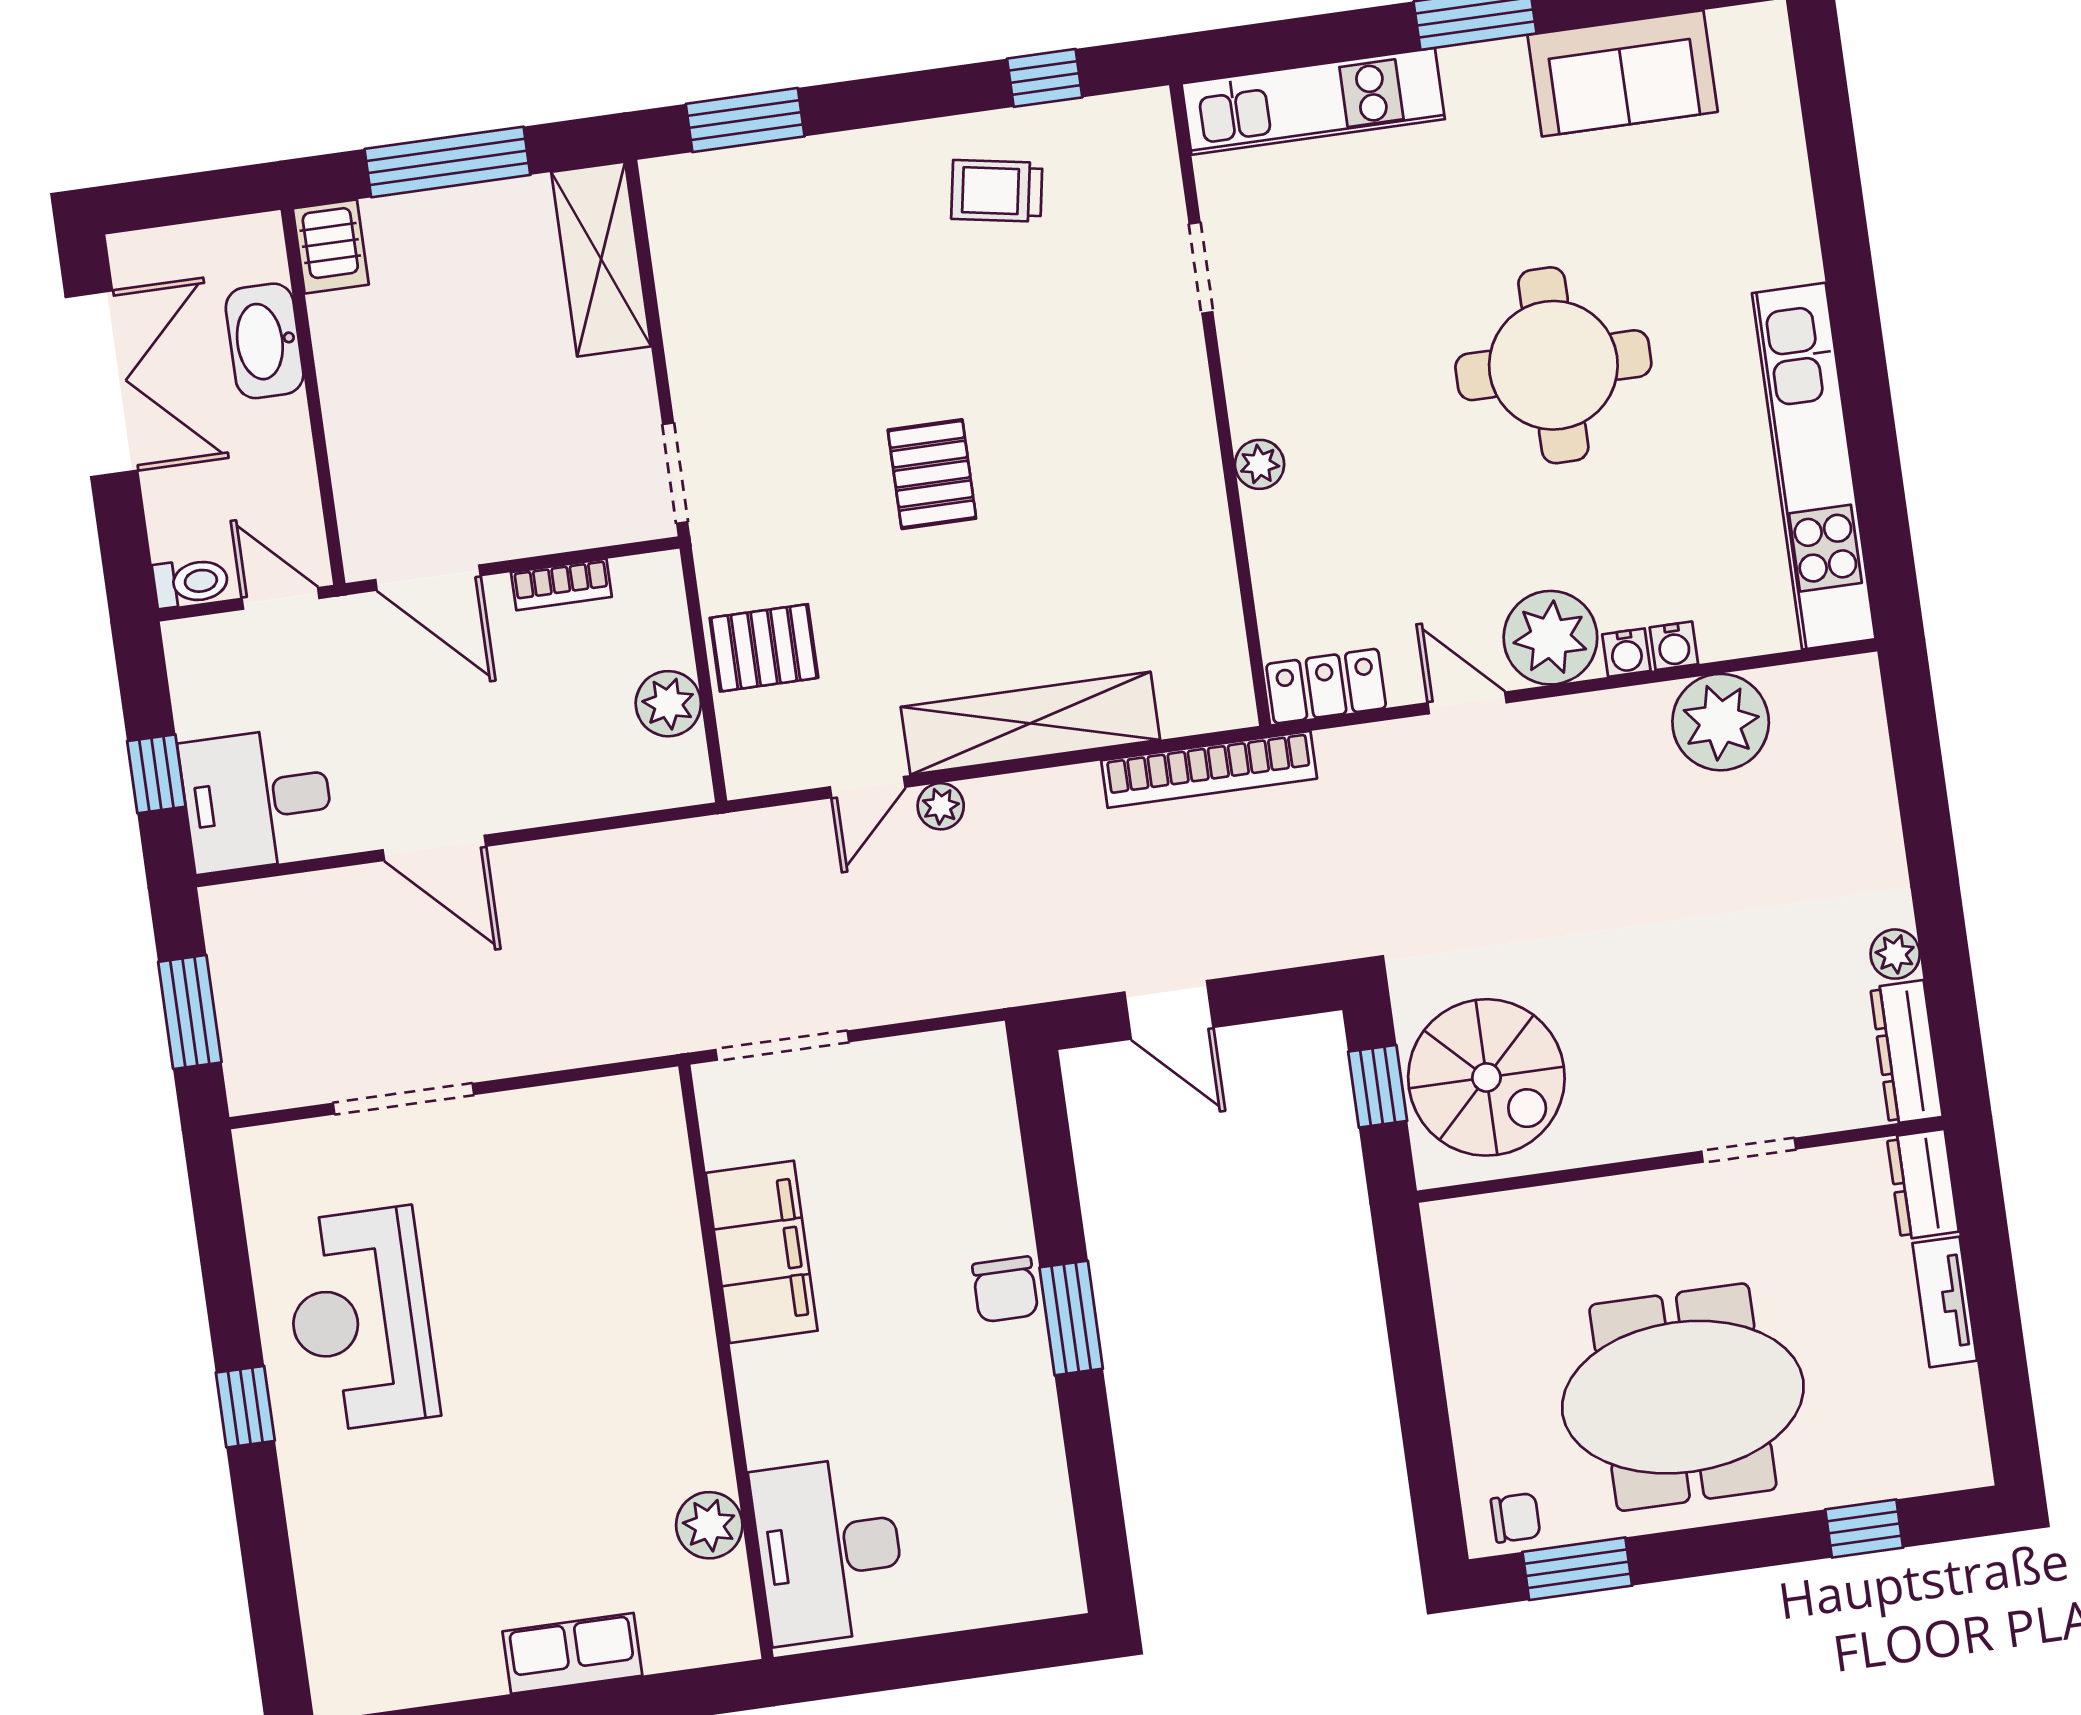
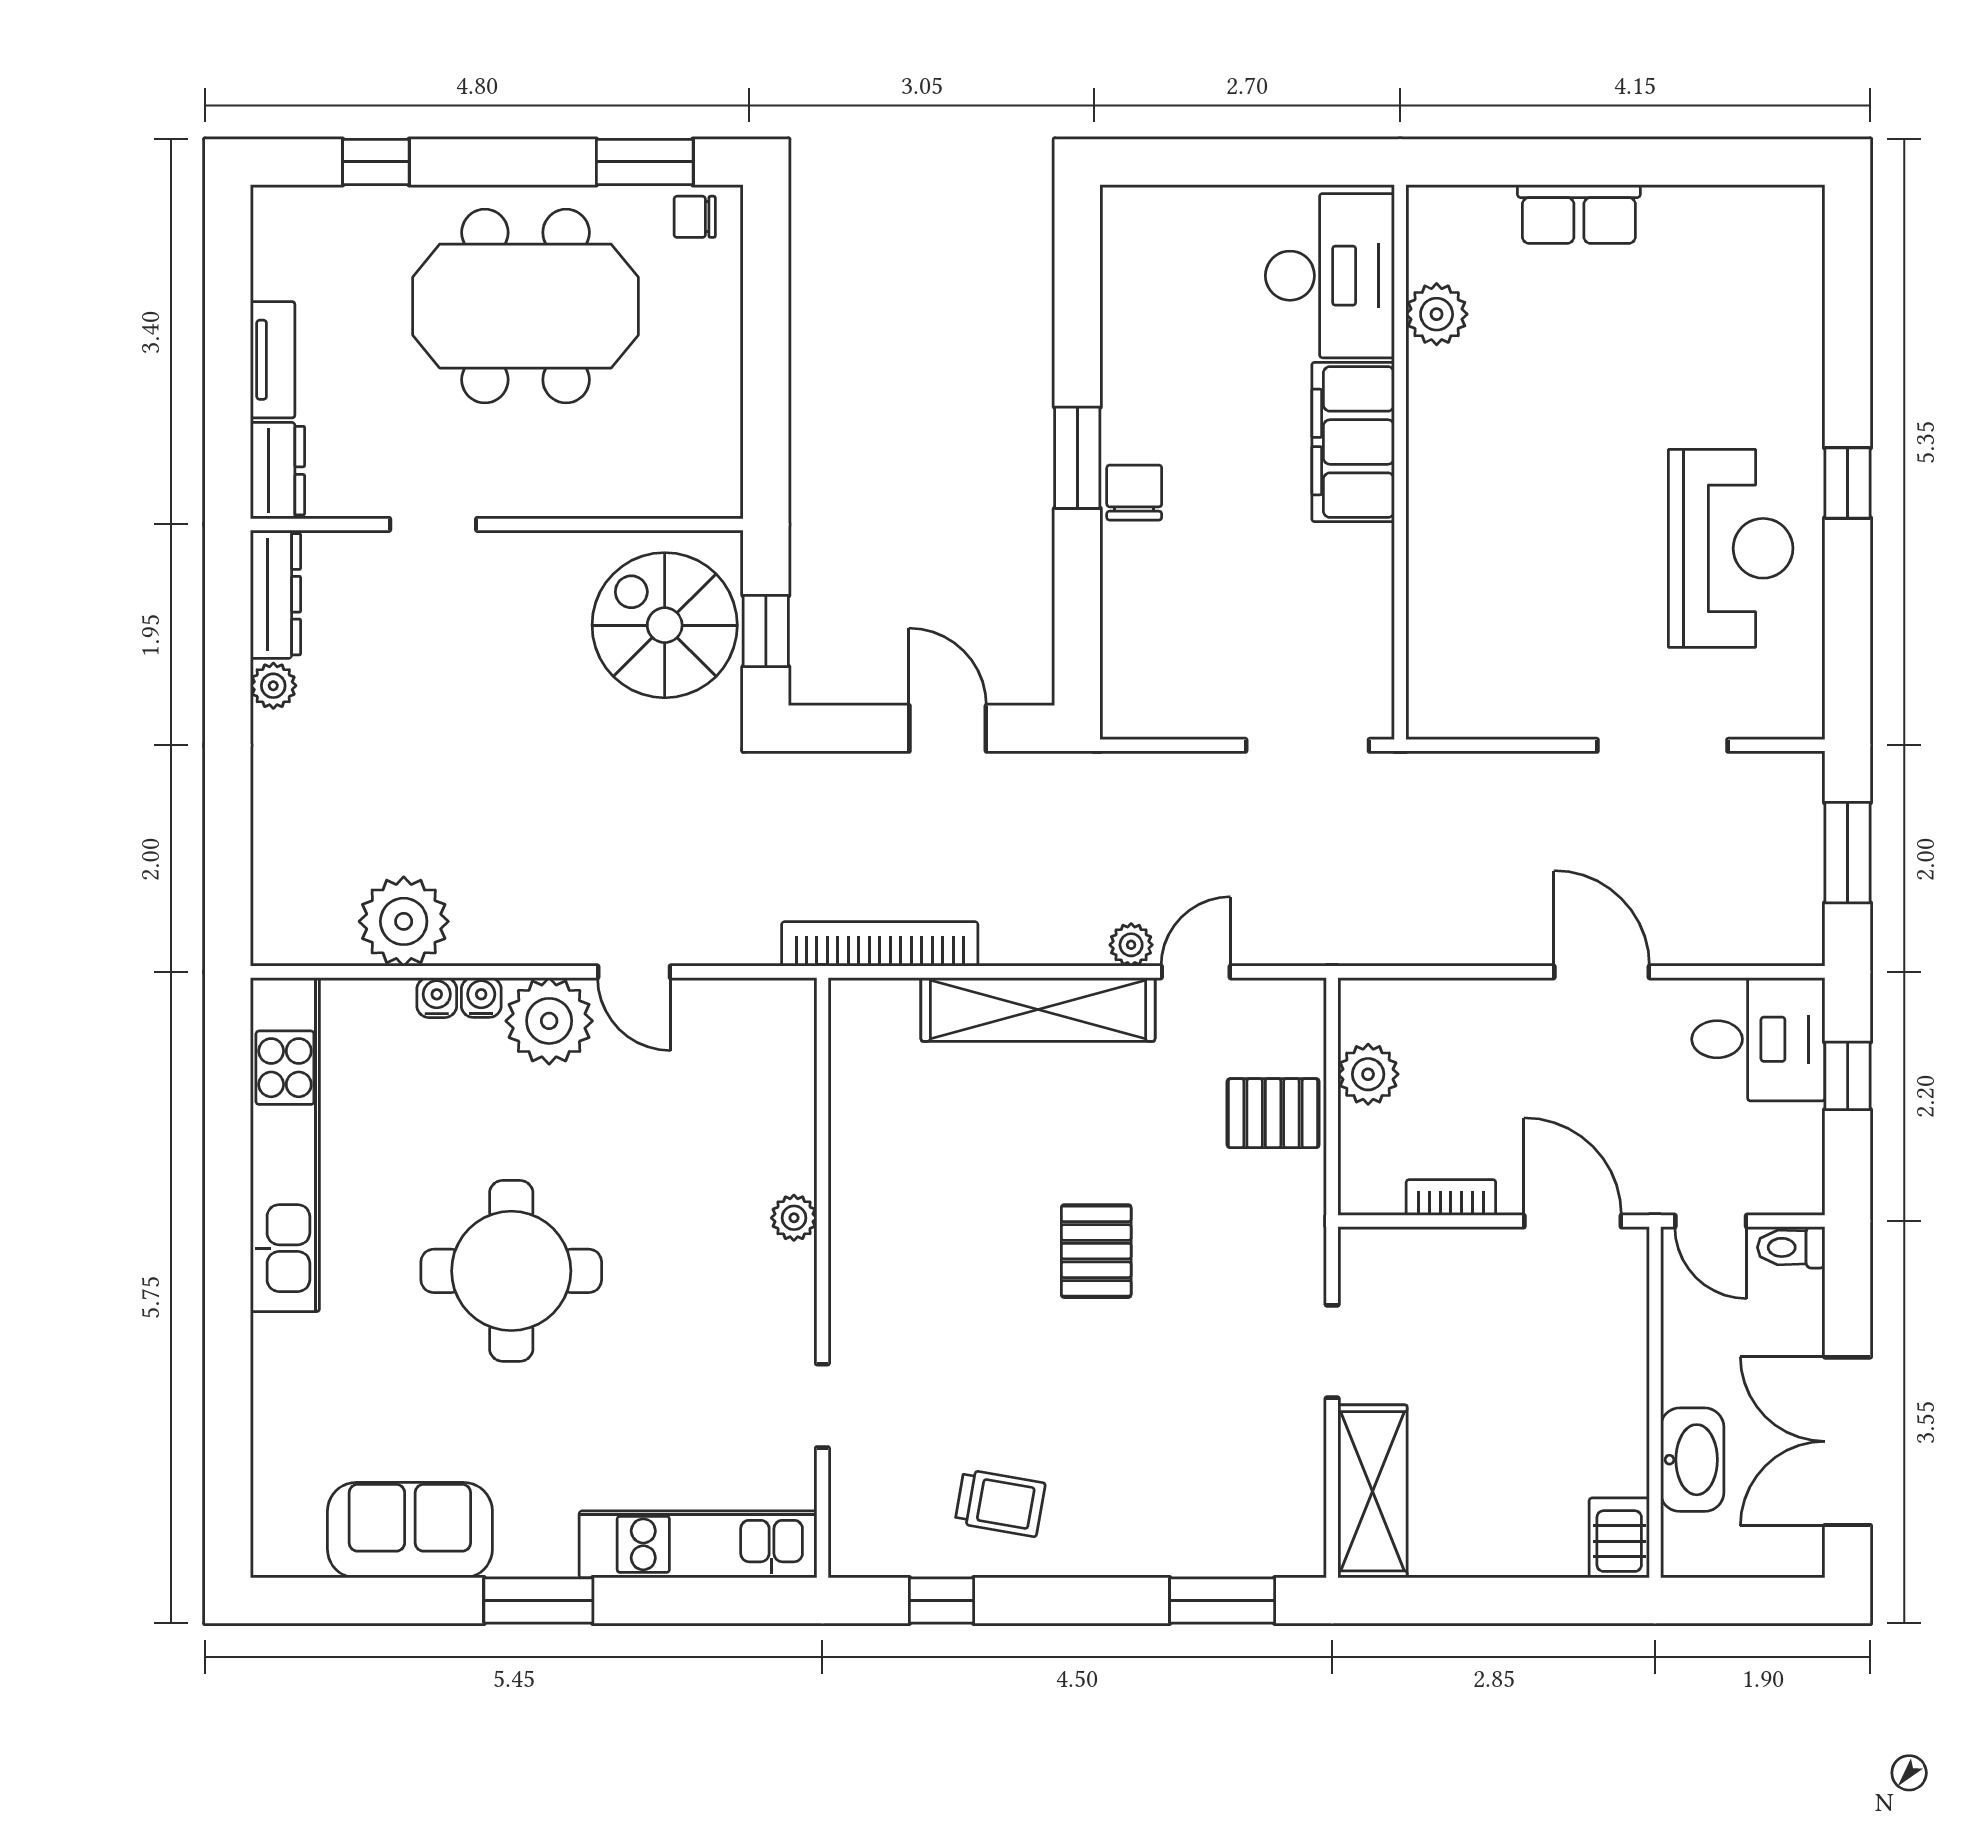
window: (447, 162) -> (1501, 1600), removed
doorway: (675, 473) -> (1332, 1351), moved
locker: (1326, 686) -> (761, 1005), removed
filing cabinet: (762, 1252) -> (1353, 442), moved

